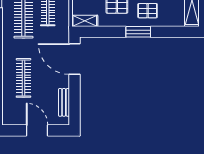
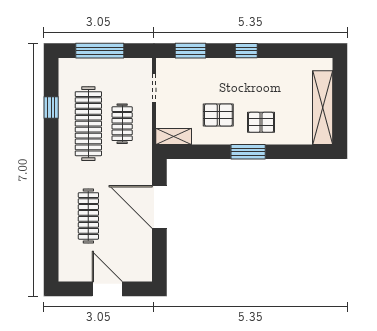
door: (75, 59) -> (159, 207), moved
bench: (64, 102) -> (145, 250), removed

